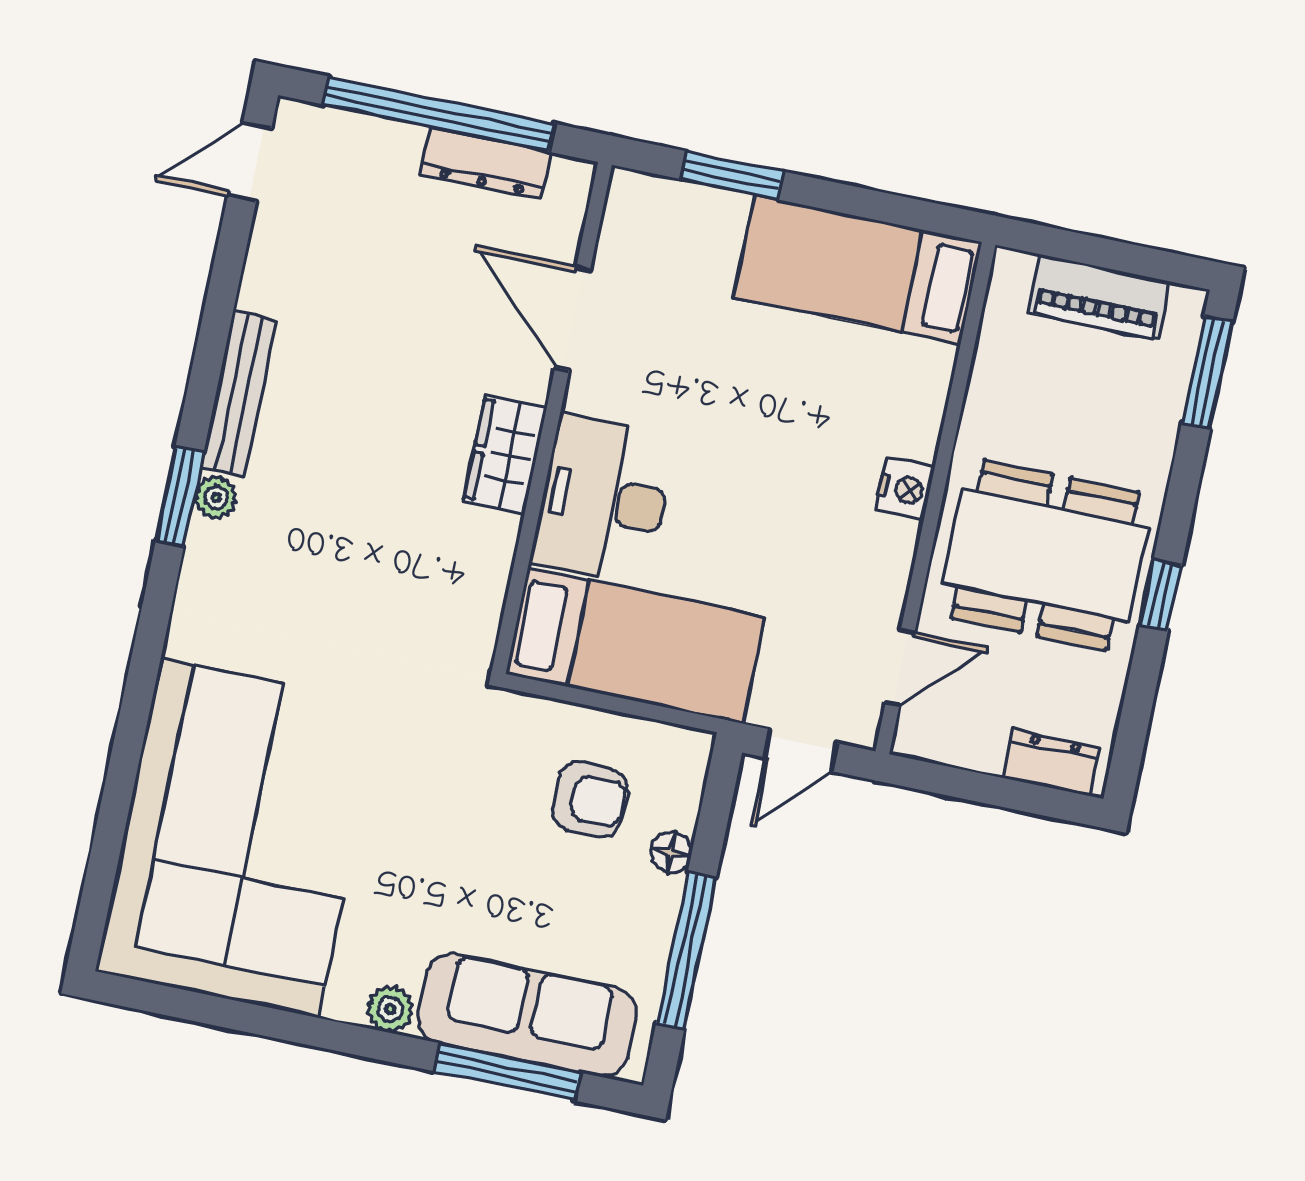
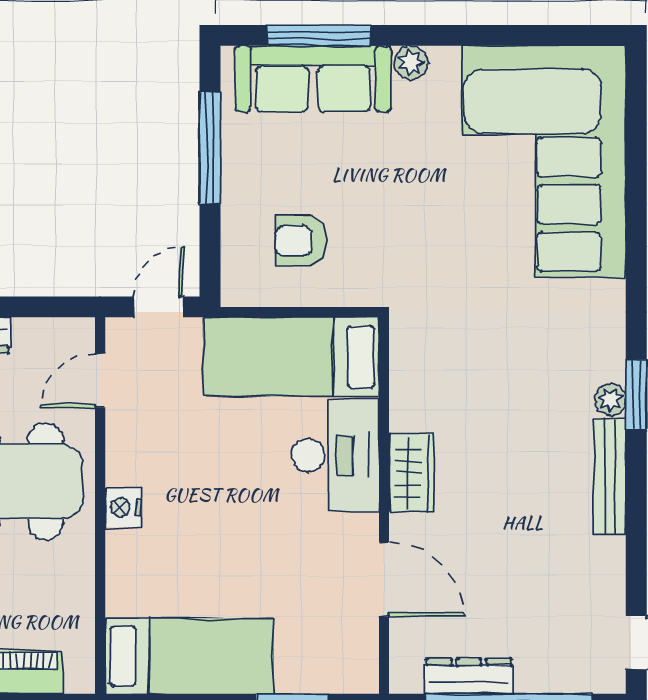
floor lamp: (671, 852) -> (235, 215), removed

